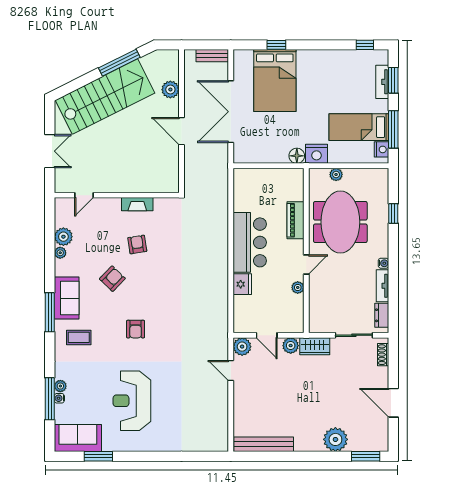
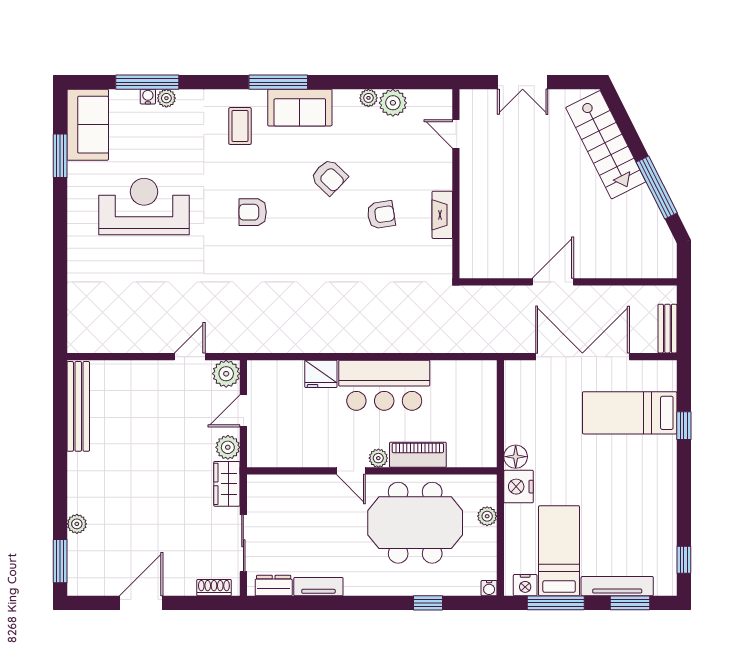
bed: (275, 81) -> (630, 413), width x0.67
tv unit: (382, 82) -> (617, 586), width x1.41
plant: (170, 90) -> (616, 265), removed
stairs: (105, 97) -> (606, 145), width x0.73, depth x0.66
water cooler: (383, 263) -> (489, 588), moved
plant: (298, 287) -> (378, 458), moved
plant: (335, 439) -> (77, 524), width x0.53, depth x0.53

